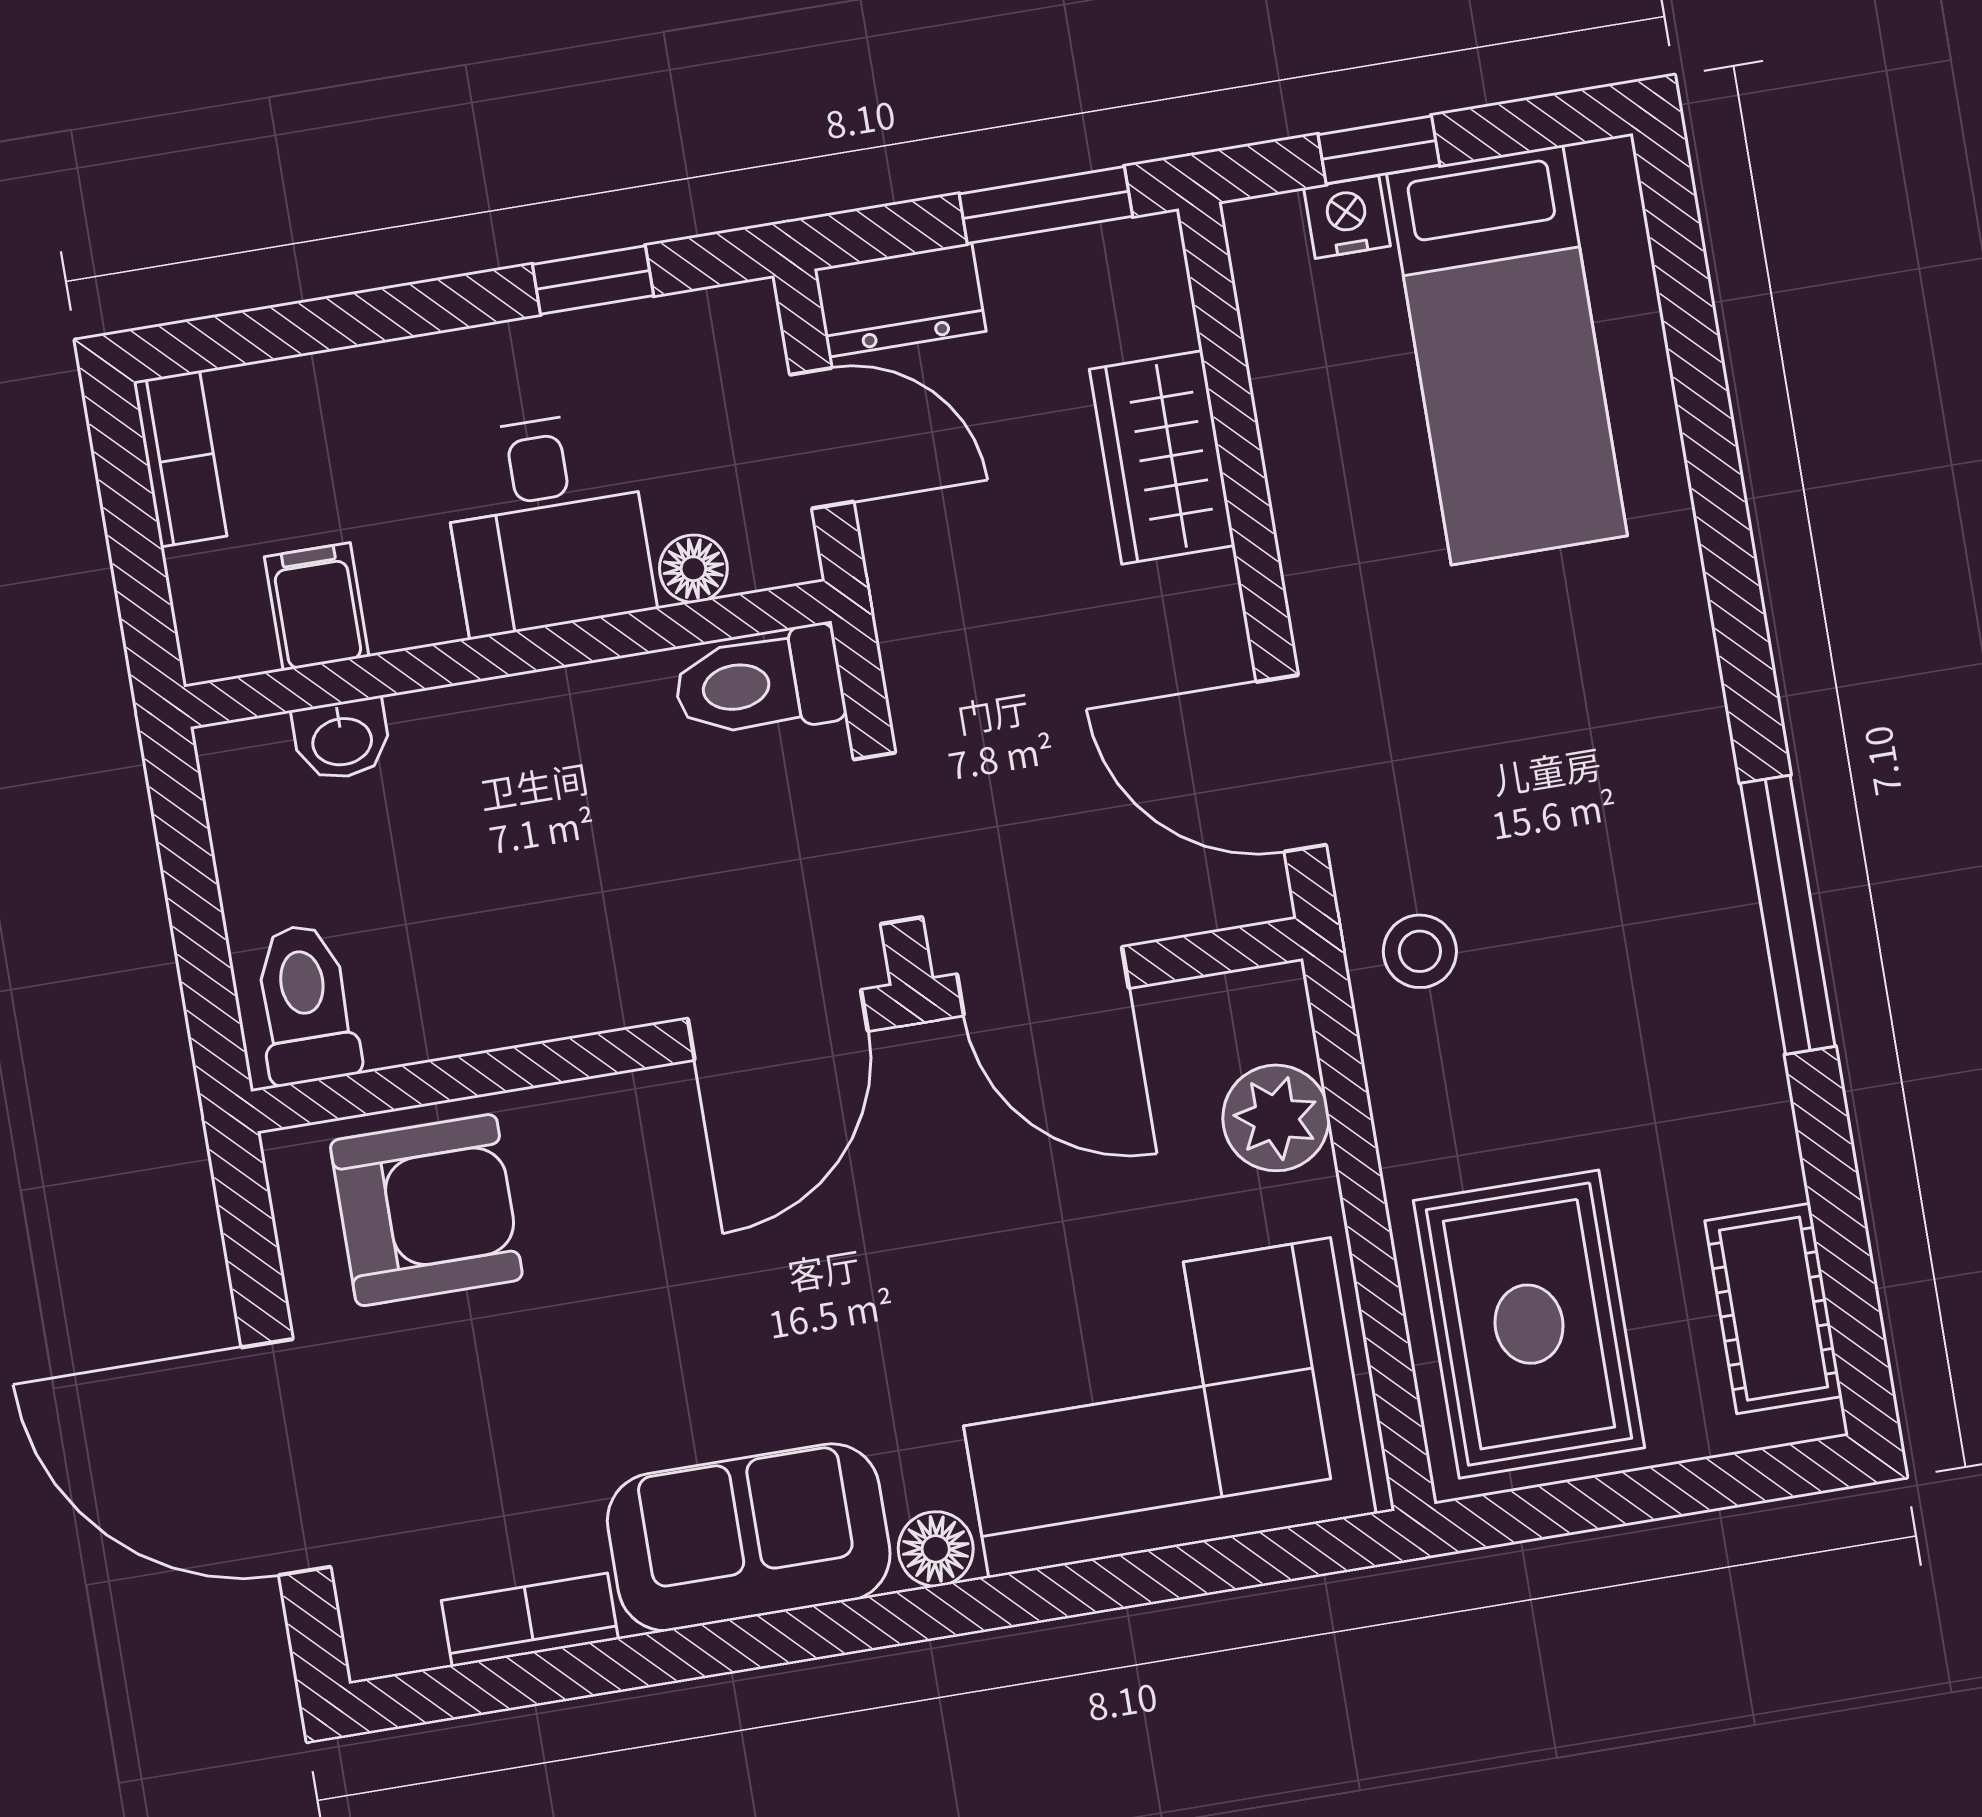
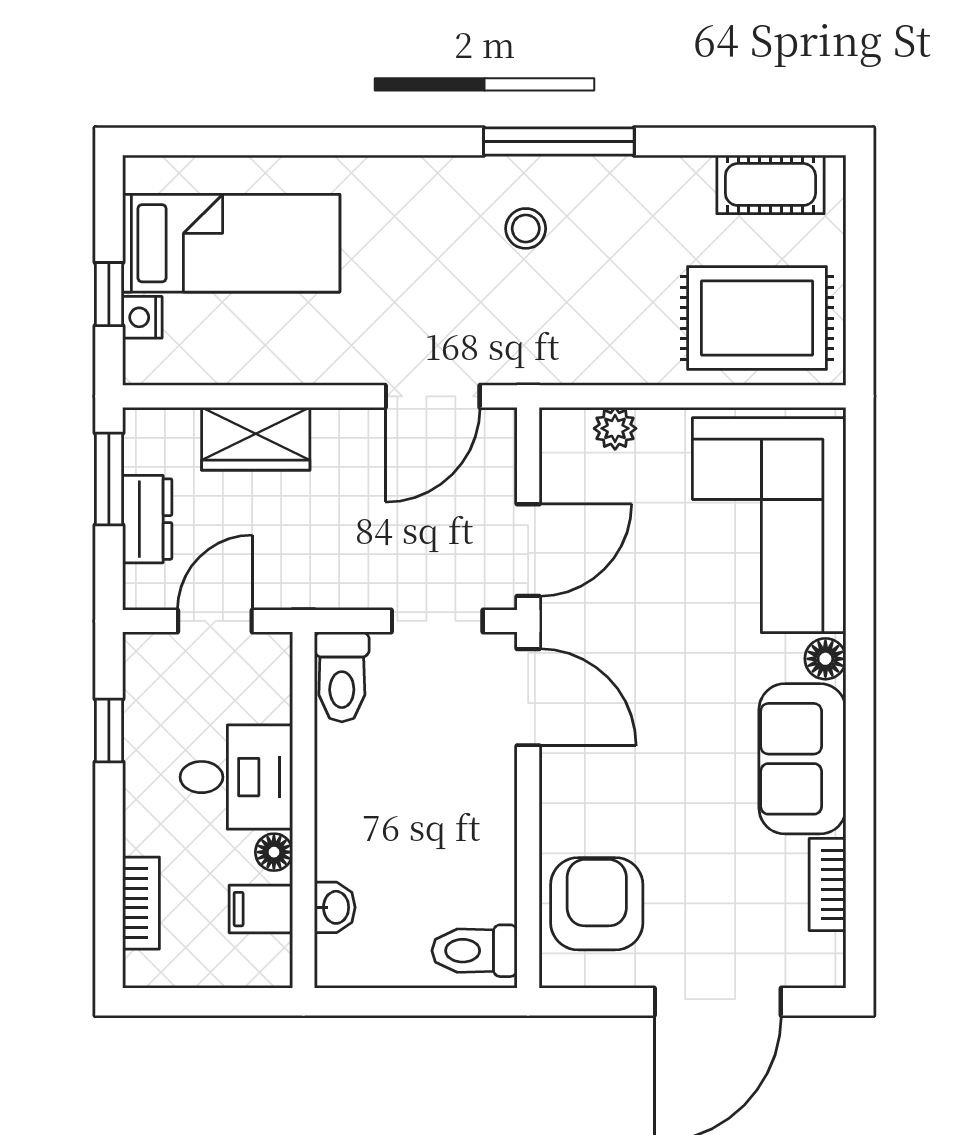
dresser: (900, 300) -> (147, 519), moved
bookcase: (180, 459) -> (141, 903), moved, turned 90
floor lamp: (693, 569) -> (274, 852), moved
stool: (1420, 951) -> (526, 228), moved
plant: (1276, 1118) -> (615, 428), width x0.73, depth x0.73

